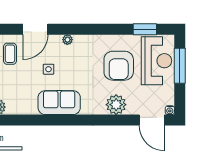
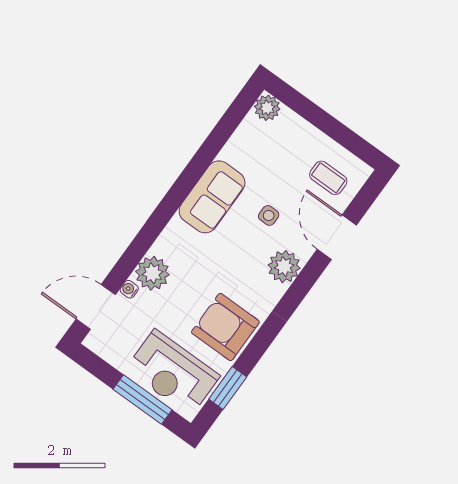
plant: (67, 40) -> (284, 267), width x1.88, depth x1.88
armchair: (119, 66) -> (225, 327), moved
water cooler: (170, 110) -> (129, 289), moved

